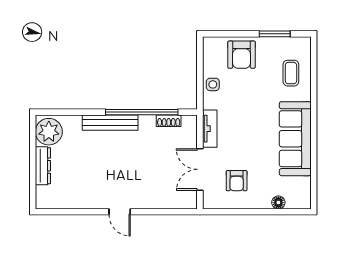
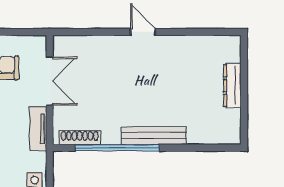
shoe rack: (169, 121) -> (80, 138), width x1.43
plant: (49, 132) -> (225, 125), removed

